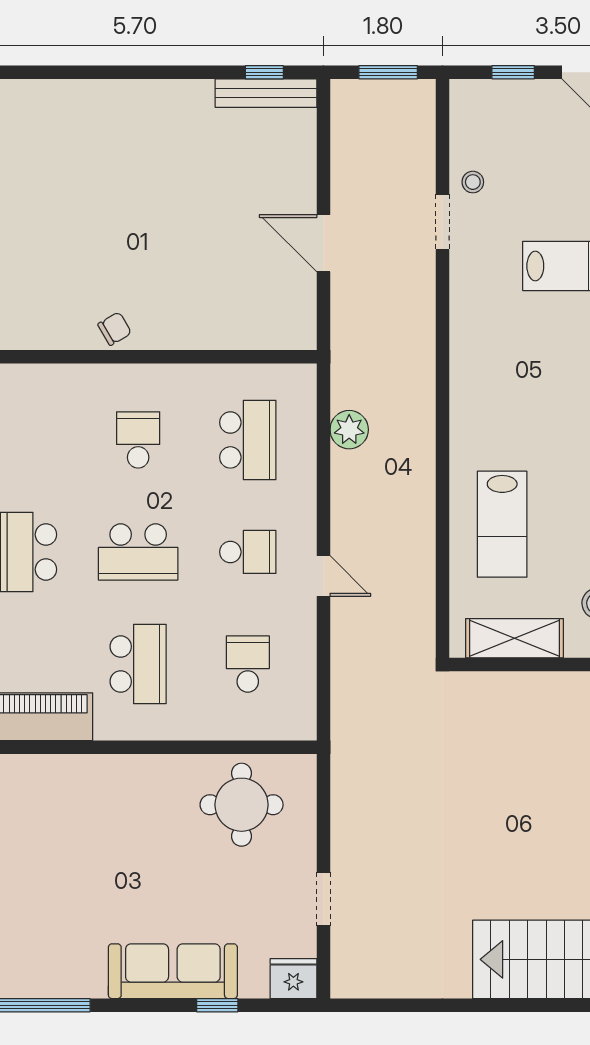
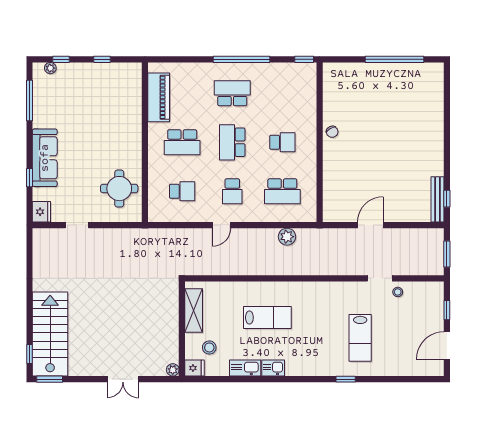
lab bench: (502, 524) -> (267, 318), moved, turned 180

